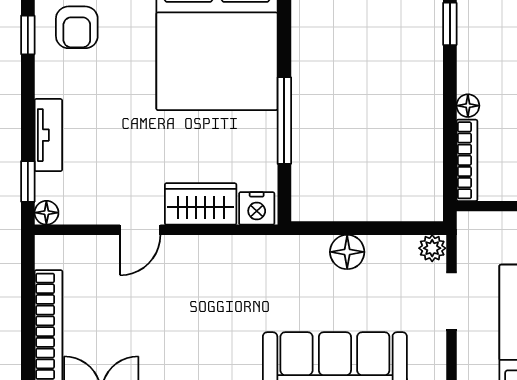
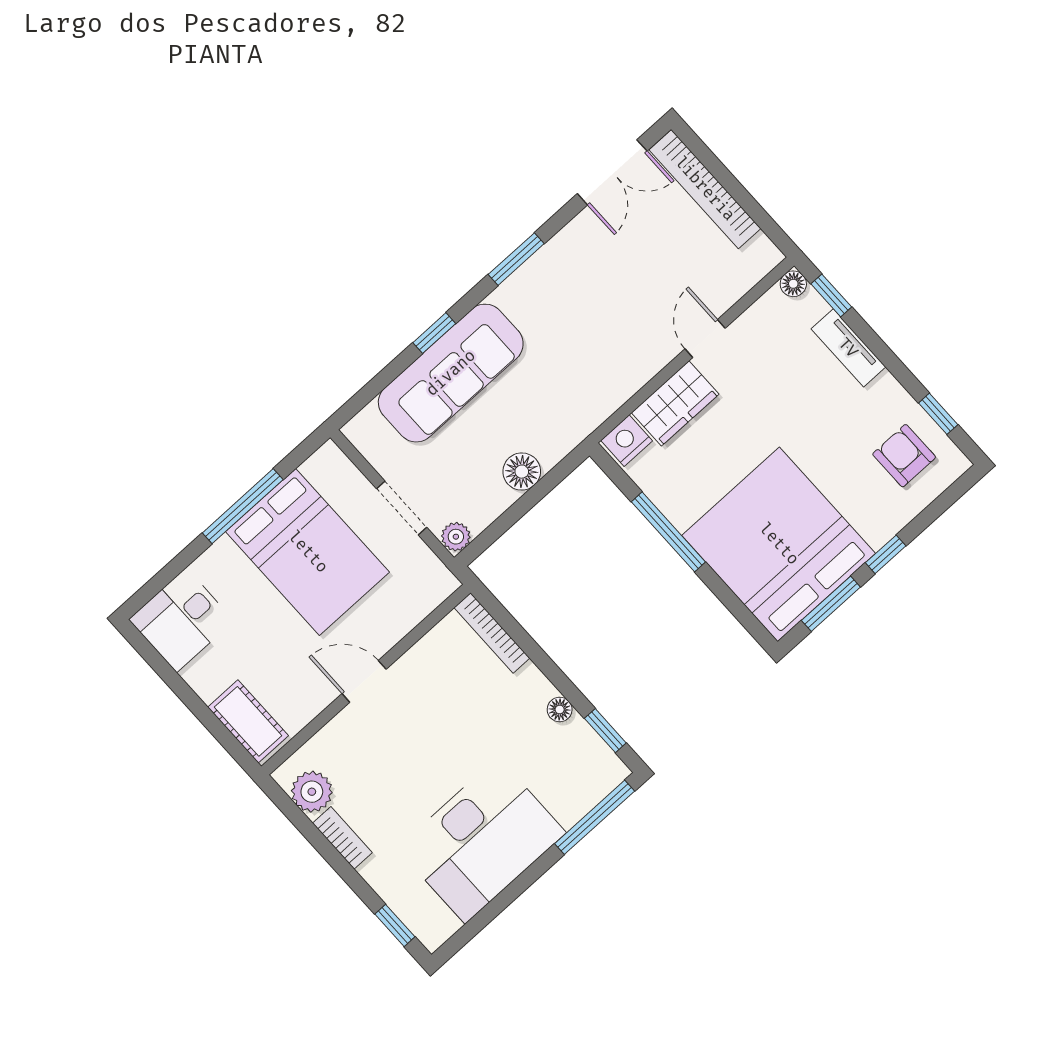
floor lamp: (468, 106) -> (560, 710), moved

